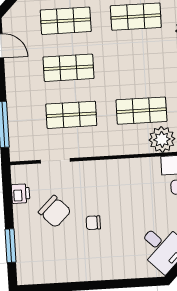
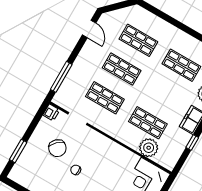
printer: (21, 194) -> (51, 112), moved

